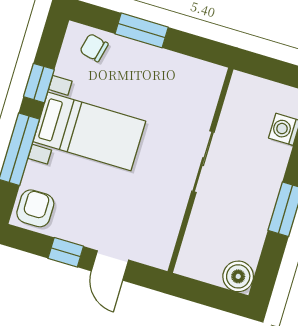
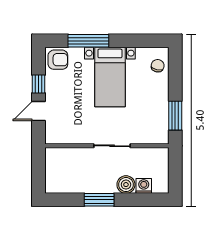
window: (142, 30) -> (175, 116), moved
window: (39, 83) -> (129, 41), removed
boiler: (238, 276) -> (126, 185), moved

